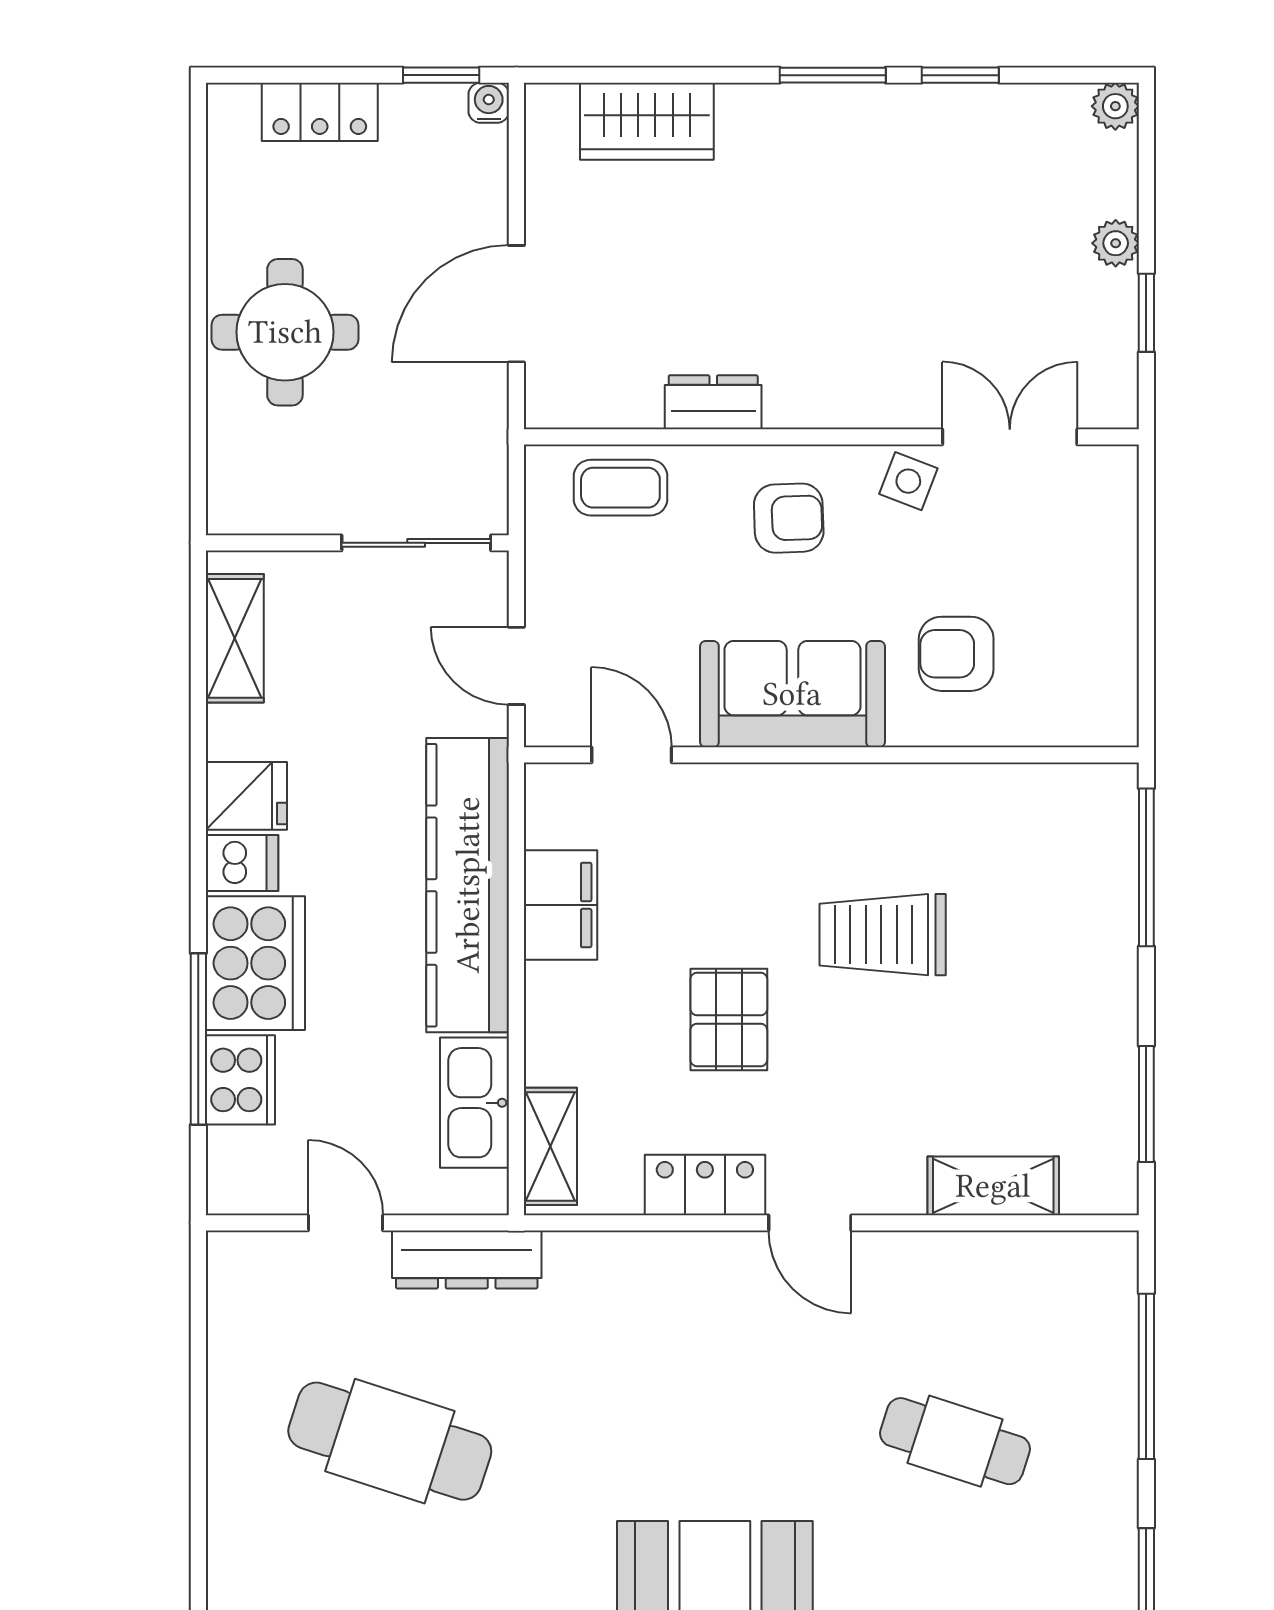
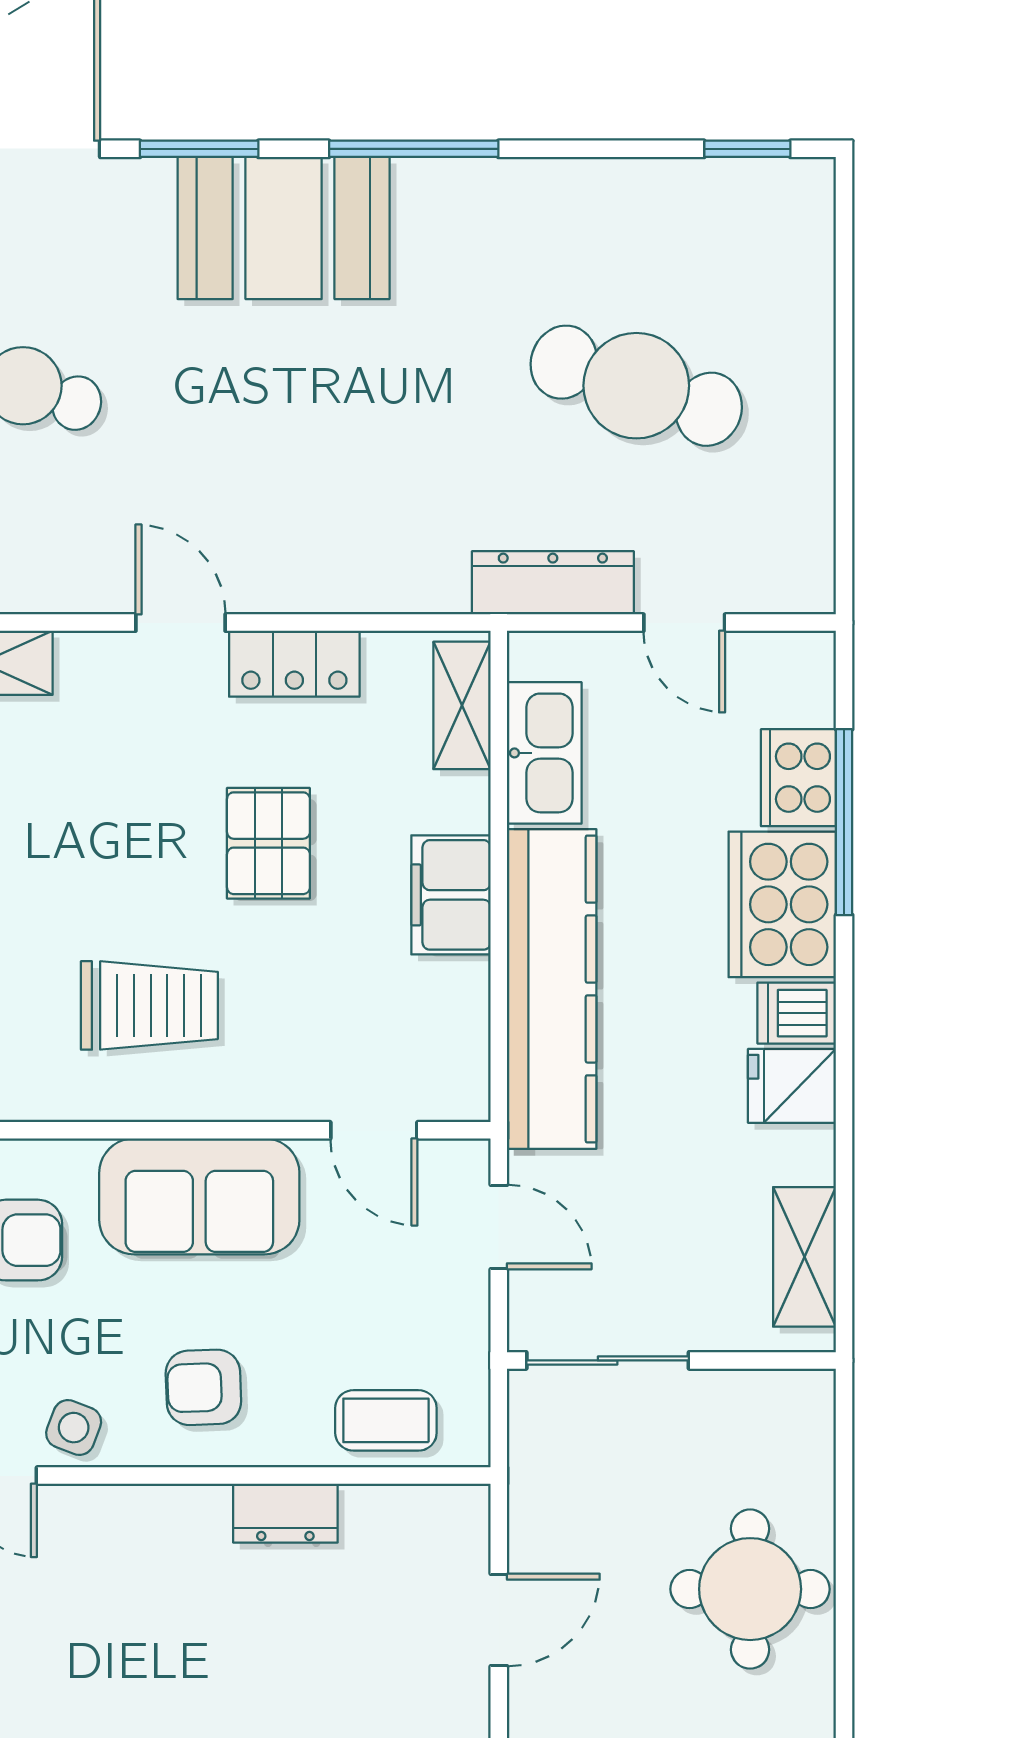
door: (516, 304) -> (499, 1620), width x0.73
filing cabinet: (561, 905) -> (451, 895), moved
trolley: (883, 935) -> (149, 1005), moved

